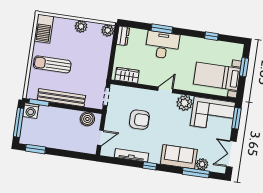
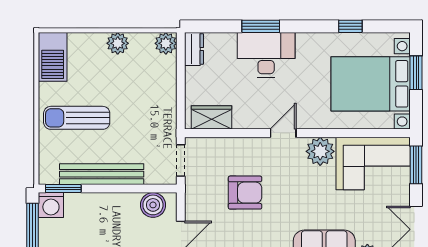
bed with nightstands: (217, 76) -> (371, 84), width x1.36

